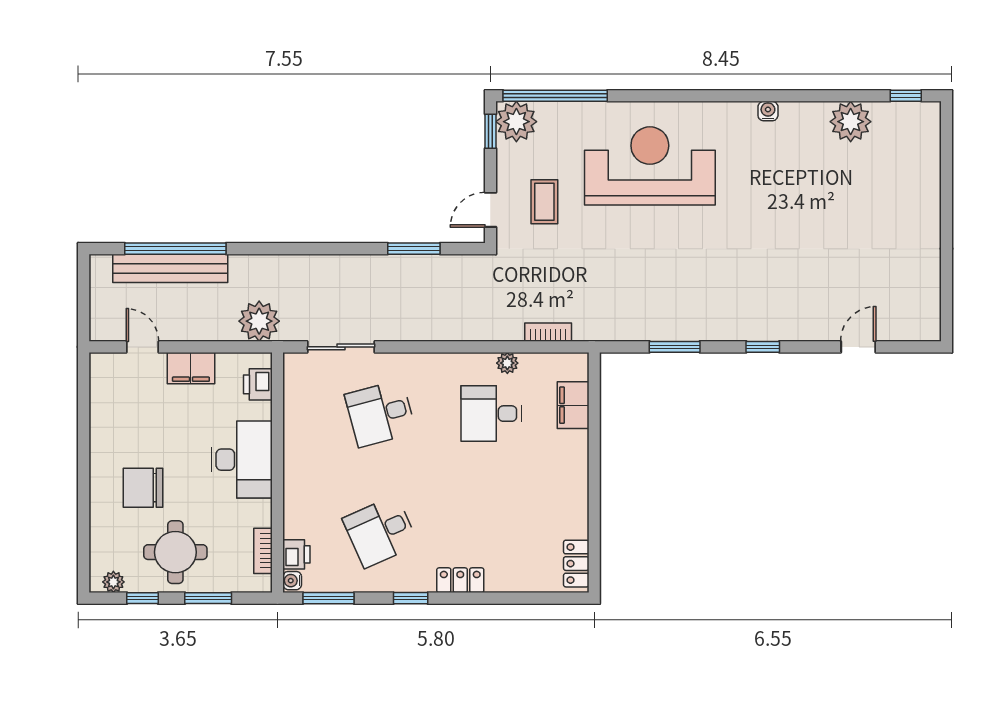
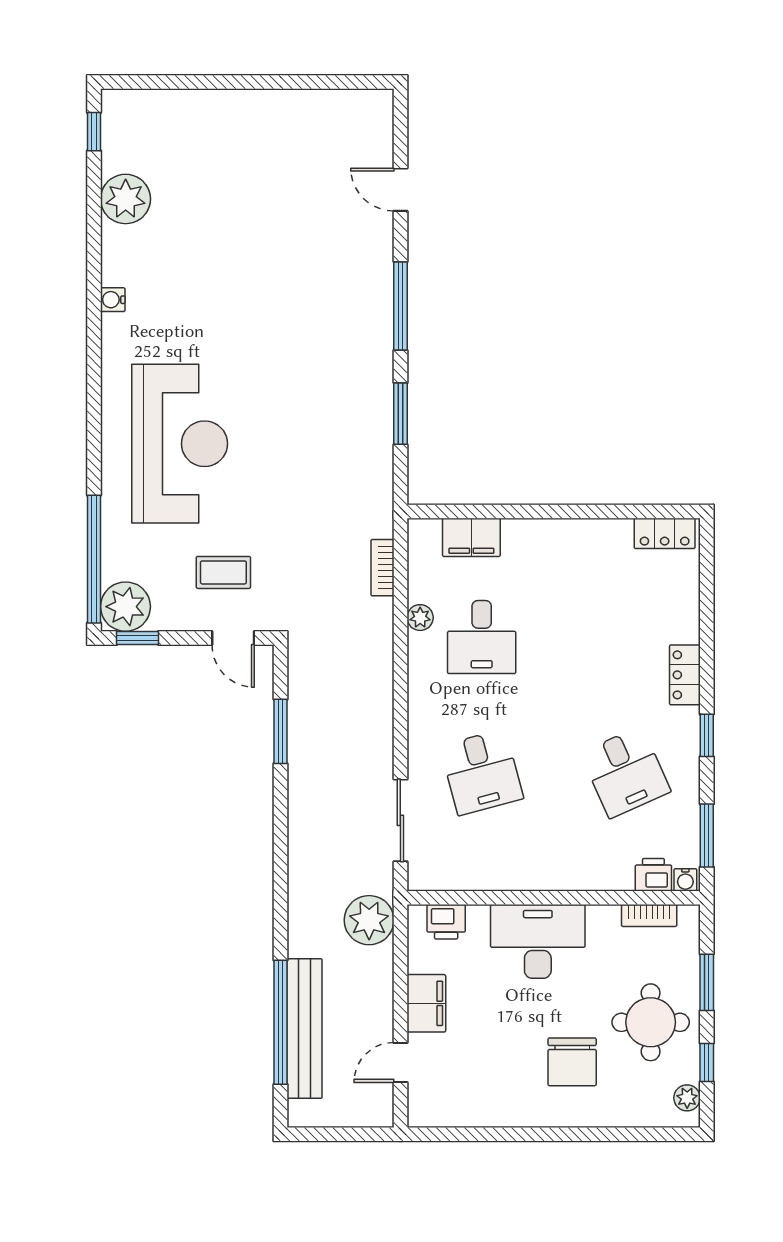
reception desk: (650, 166) -> (180, 444), turned 180
window: (763, 347) -> (400, 306), width x2.17

